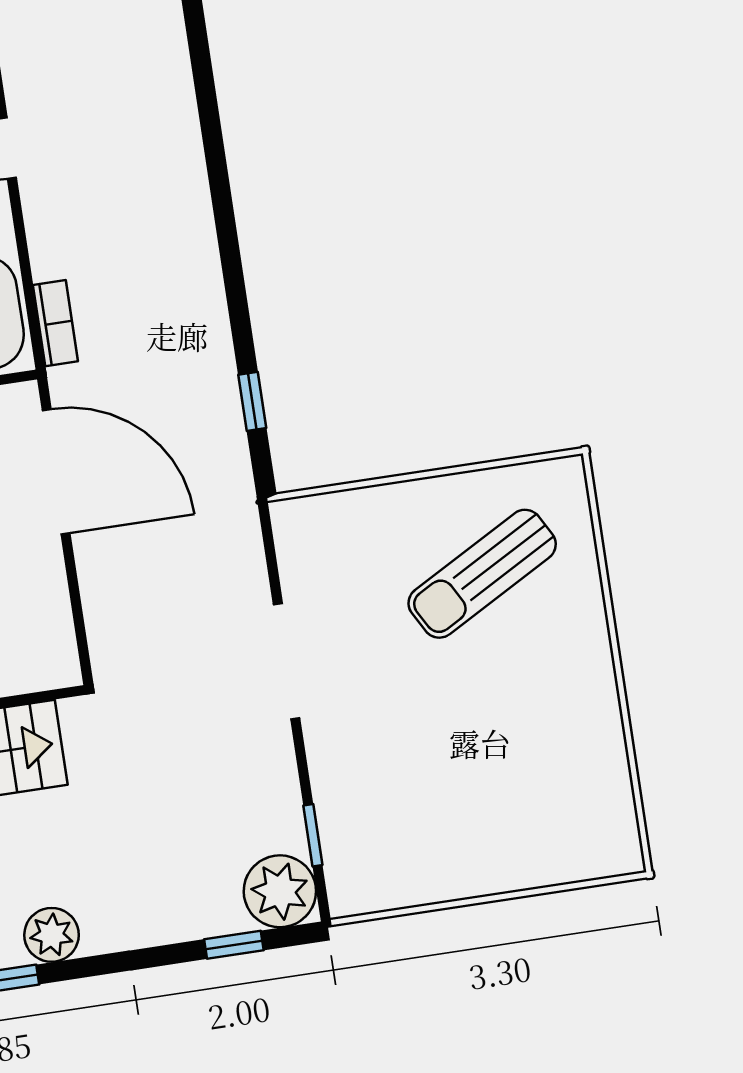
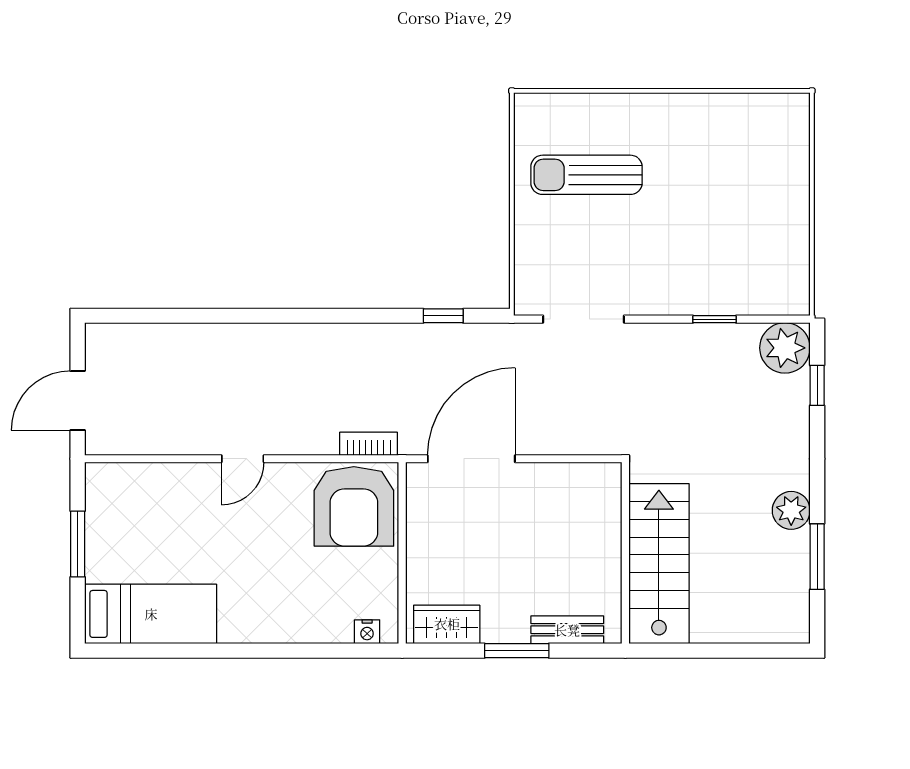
sun lounger: (482, 574) -> (586, 175), turned 119
doorway: (287, 661) -> (583, 319), moved
window: (313, 835) -> (715, 319), moved

